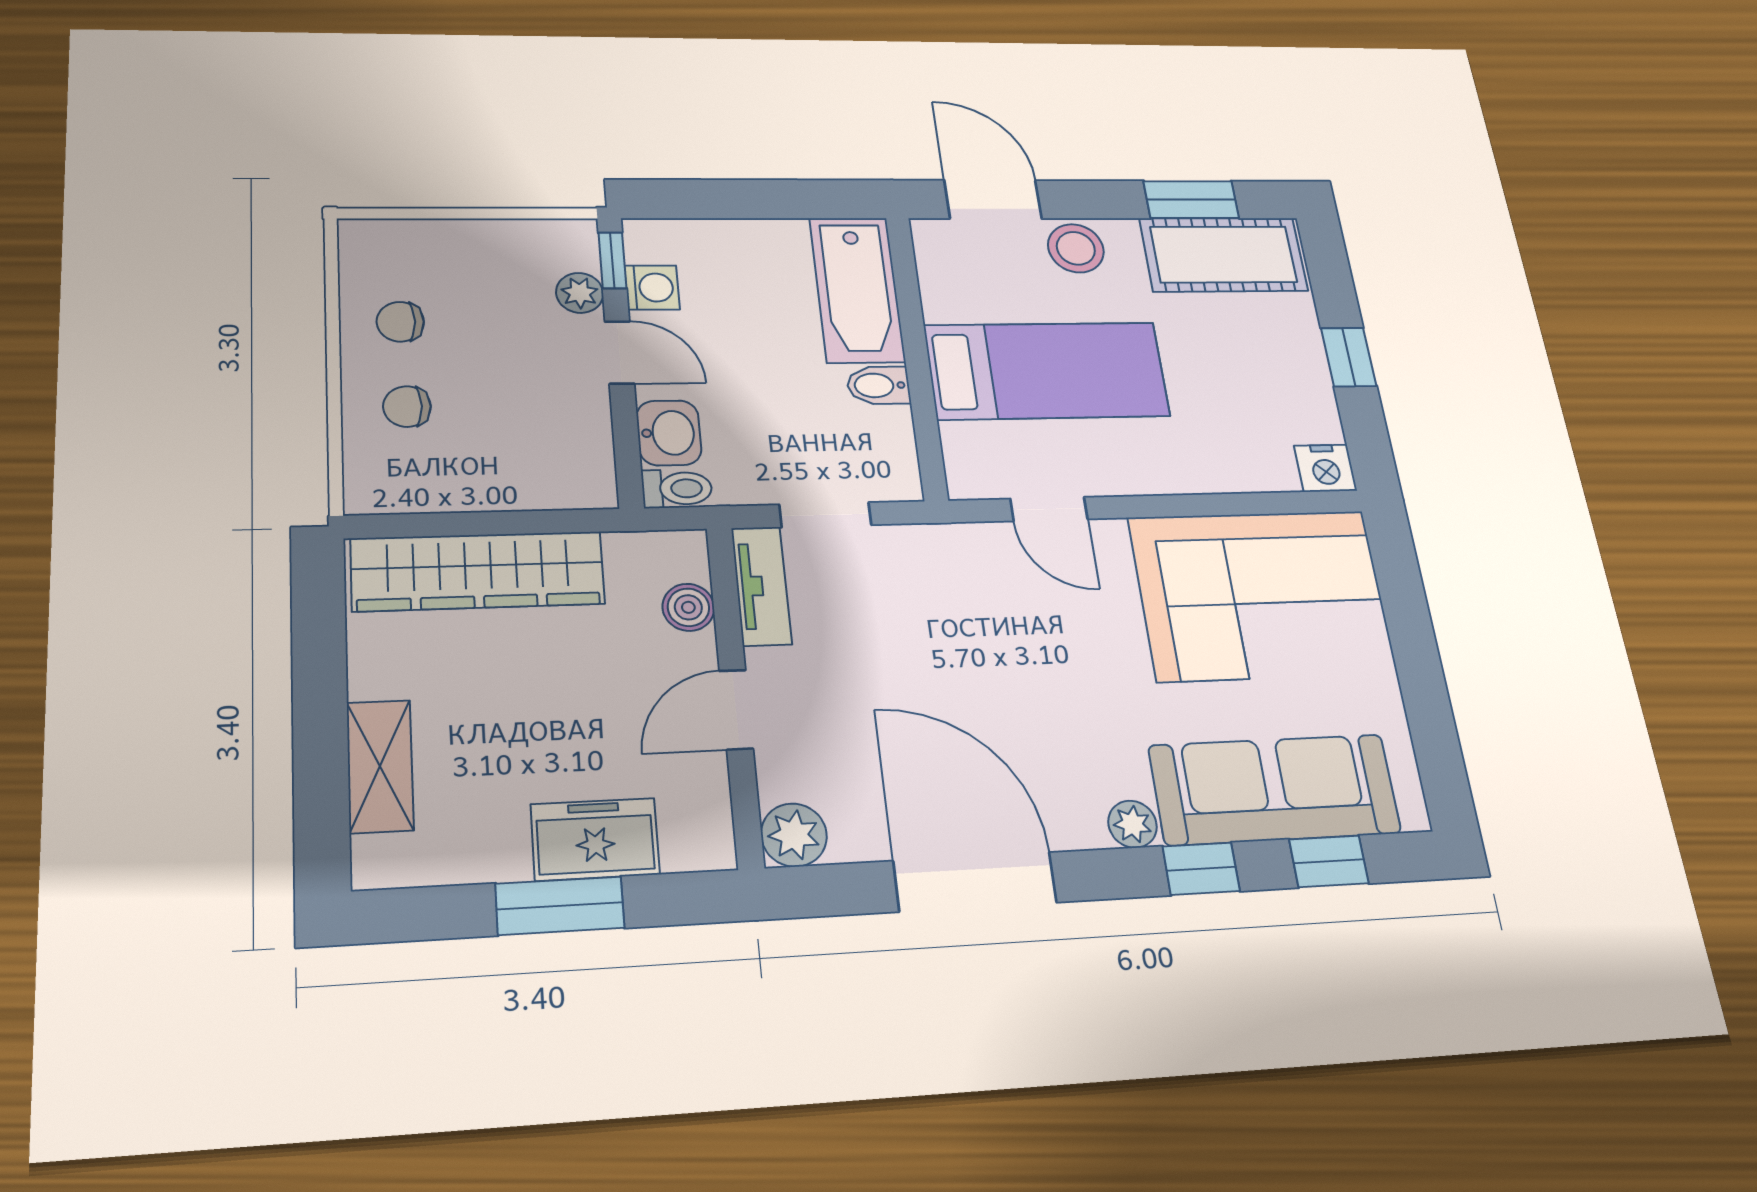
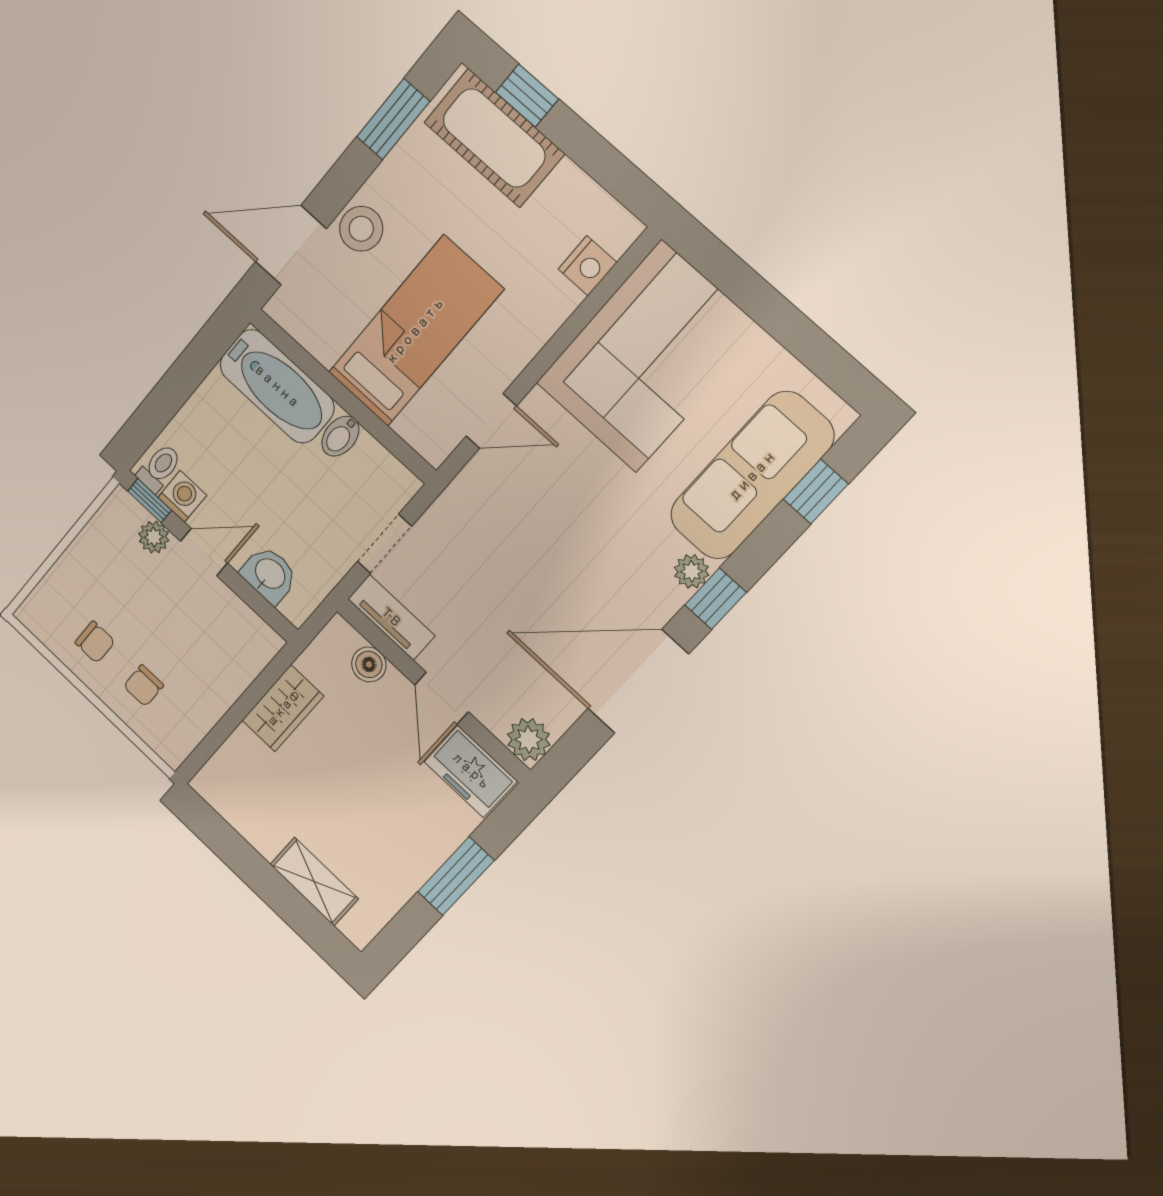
cot: (1224, 255) -> (494, 138), moved, turned 90
chair: (400, 322) -> (95, 642), turned -90
window: (1349, 357) -> (527, 96), moved
nightstand: (1326, 468) -> (587, 266), moved
toilet: (677, 489) -> (159, 468), moved
wardrobe: (478, 571) -> (283, 708), width x0.48, depth x0.85
freezer: (595, 839) -> (471, 771), moved, turned -90
window: (1201, 869) -> (715, 599), moved

